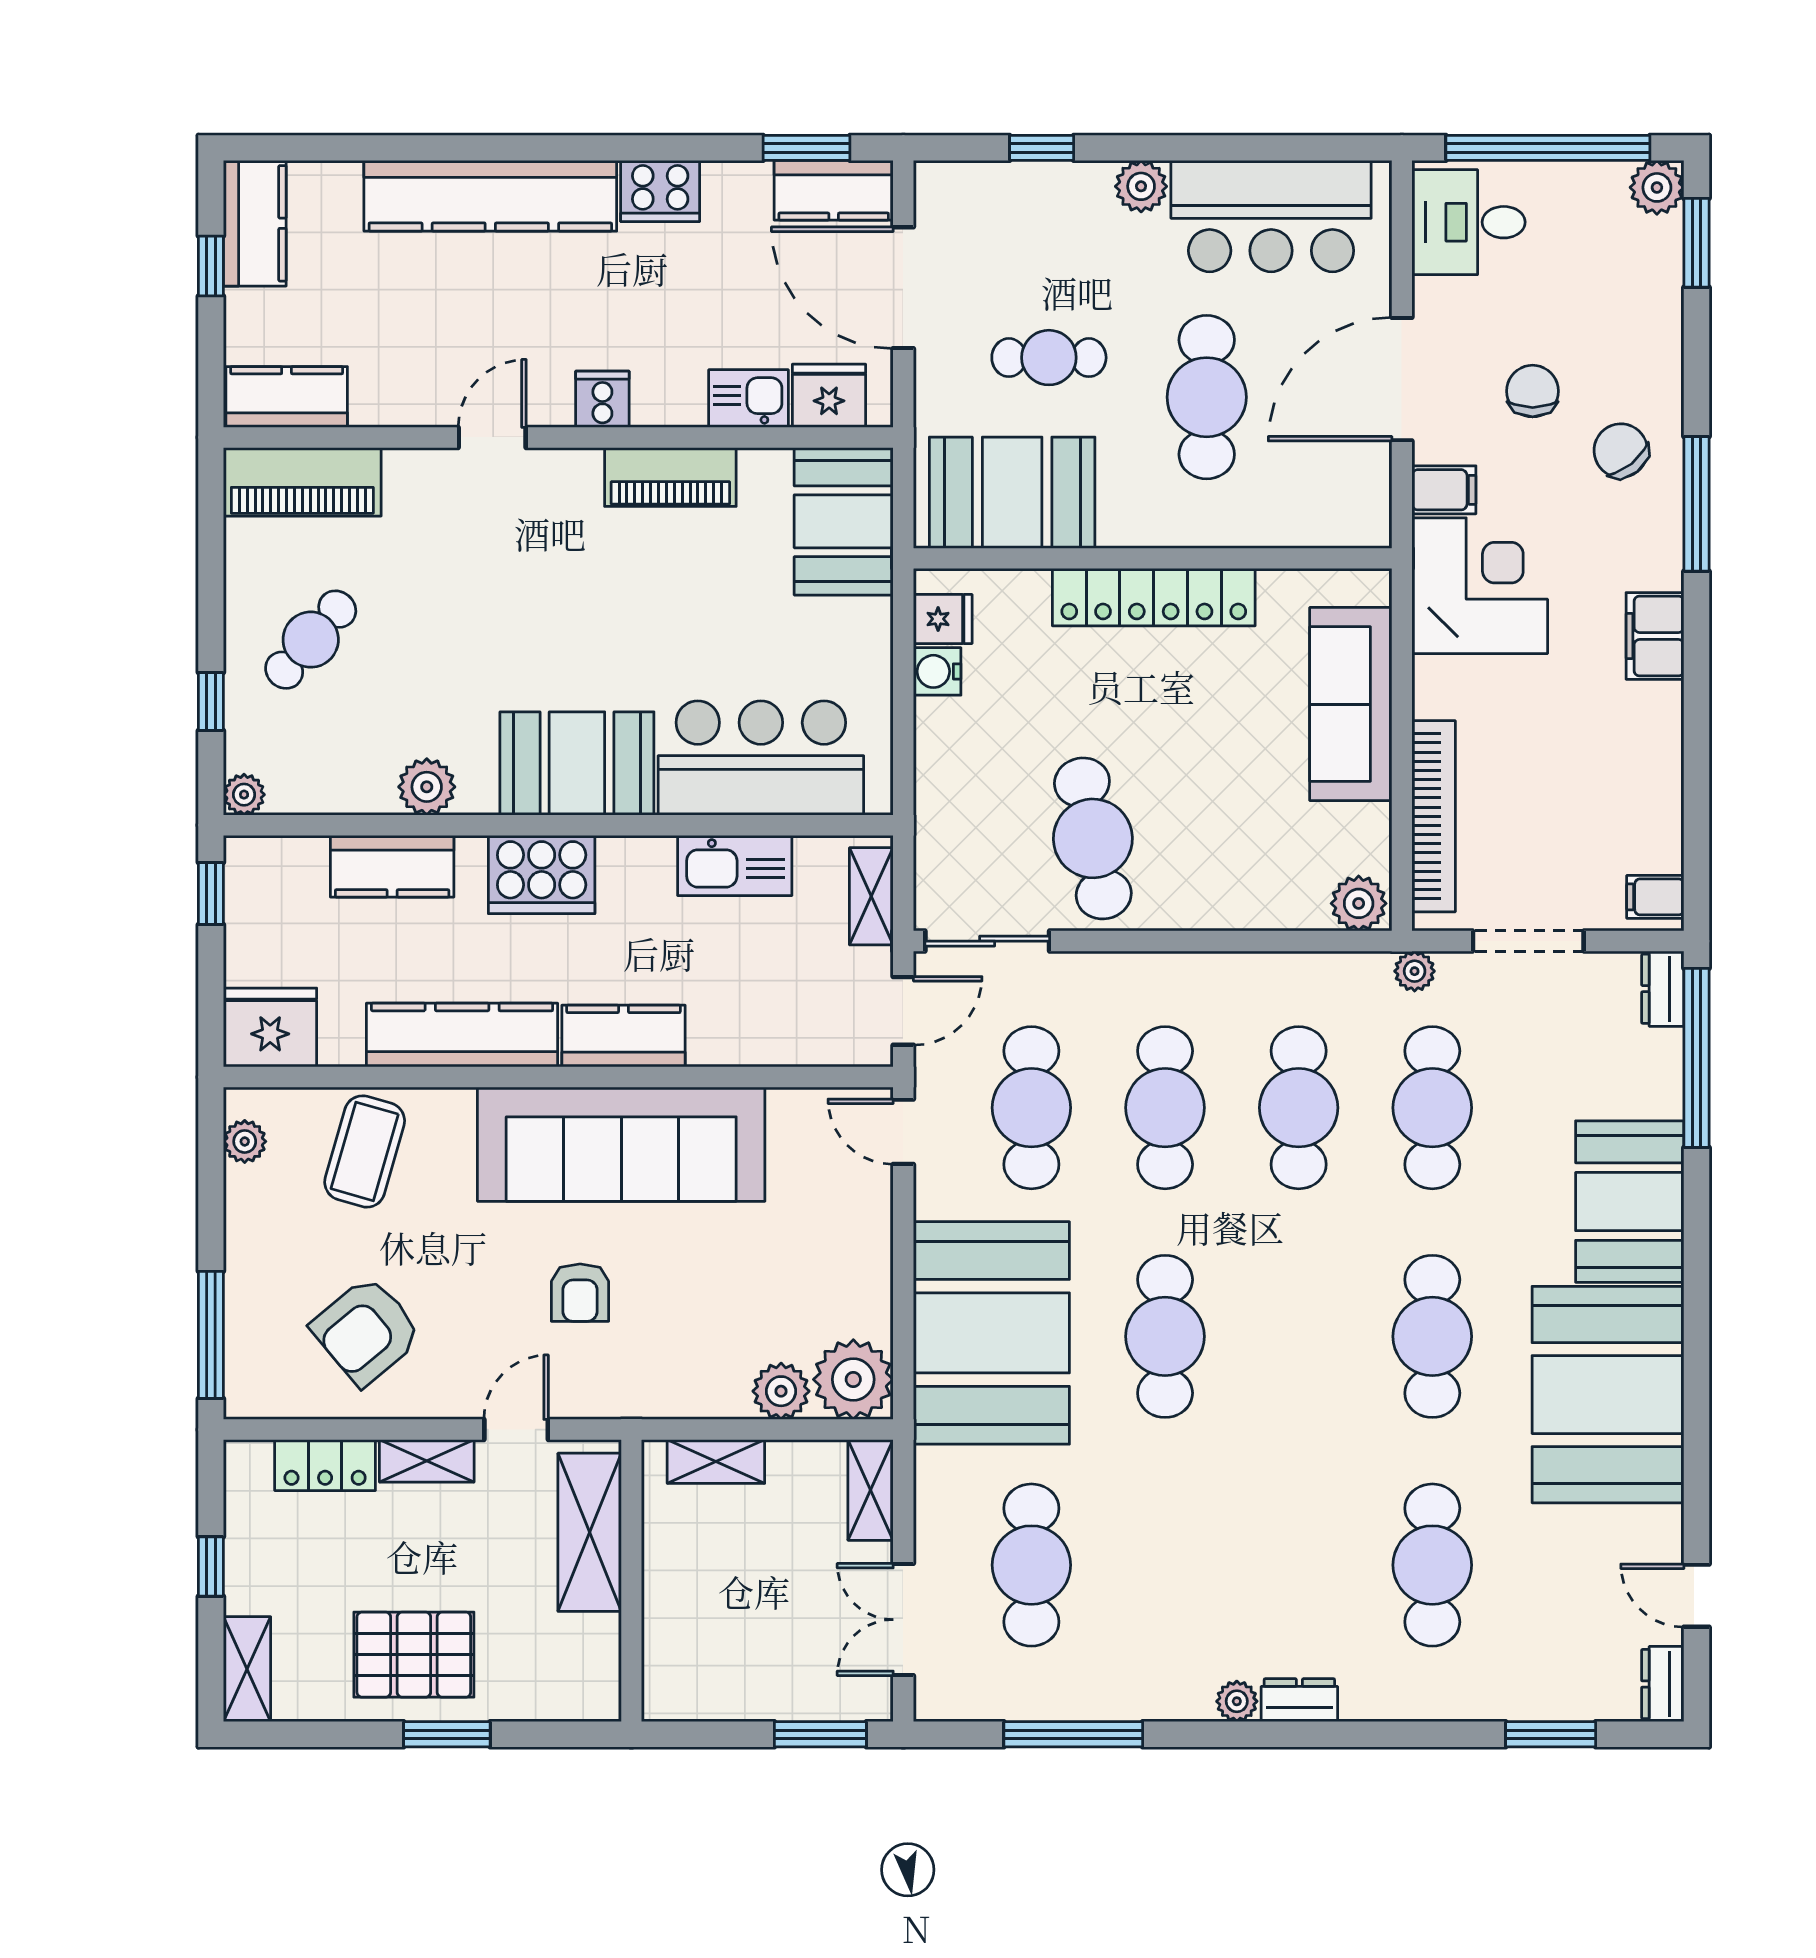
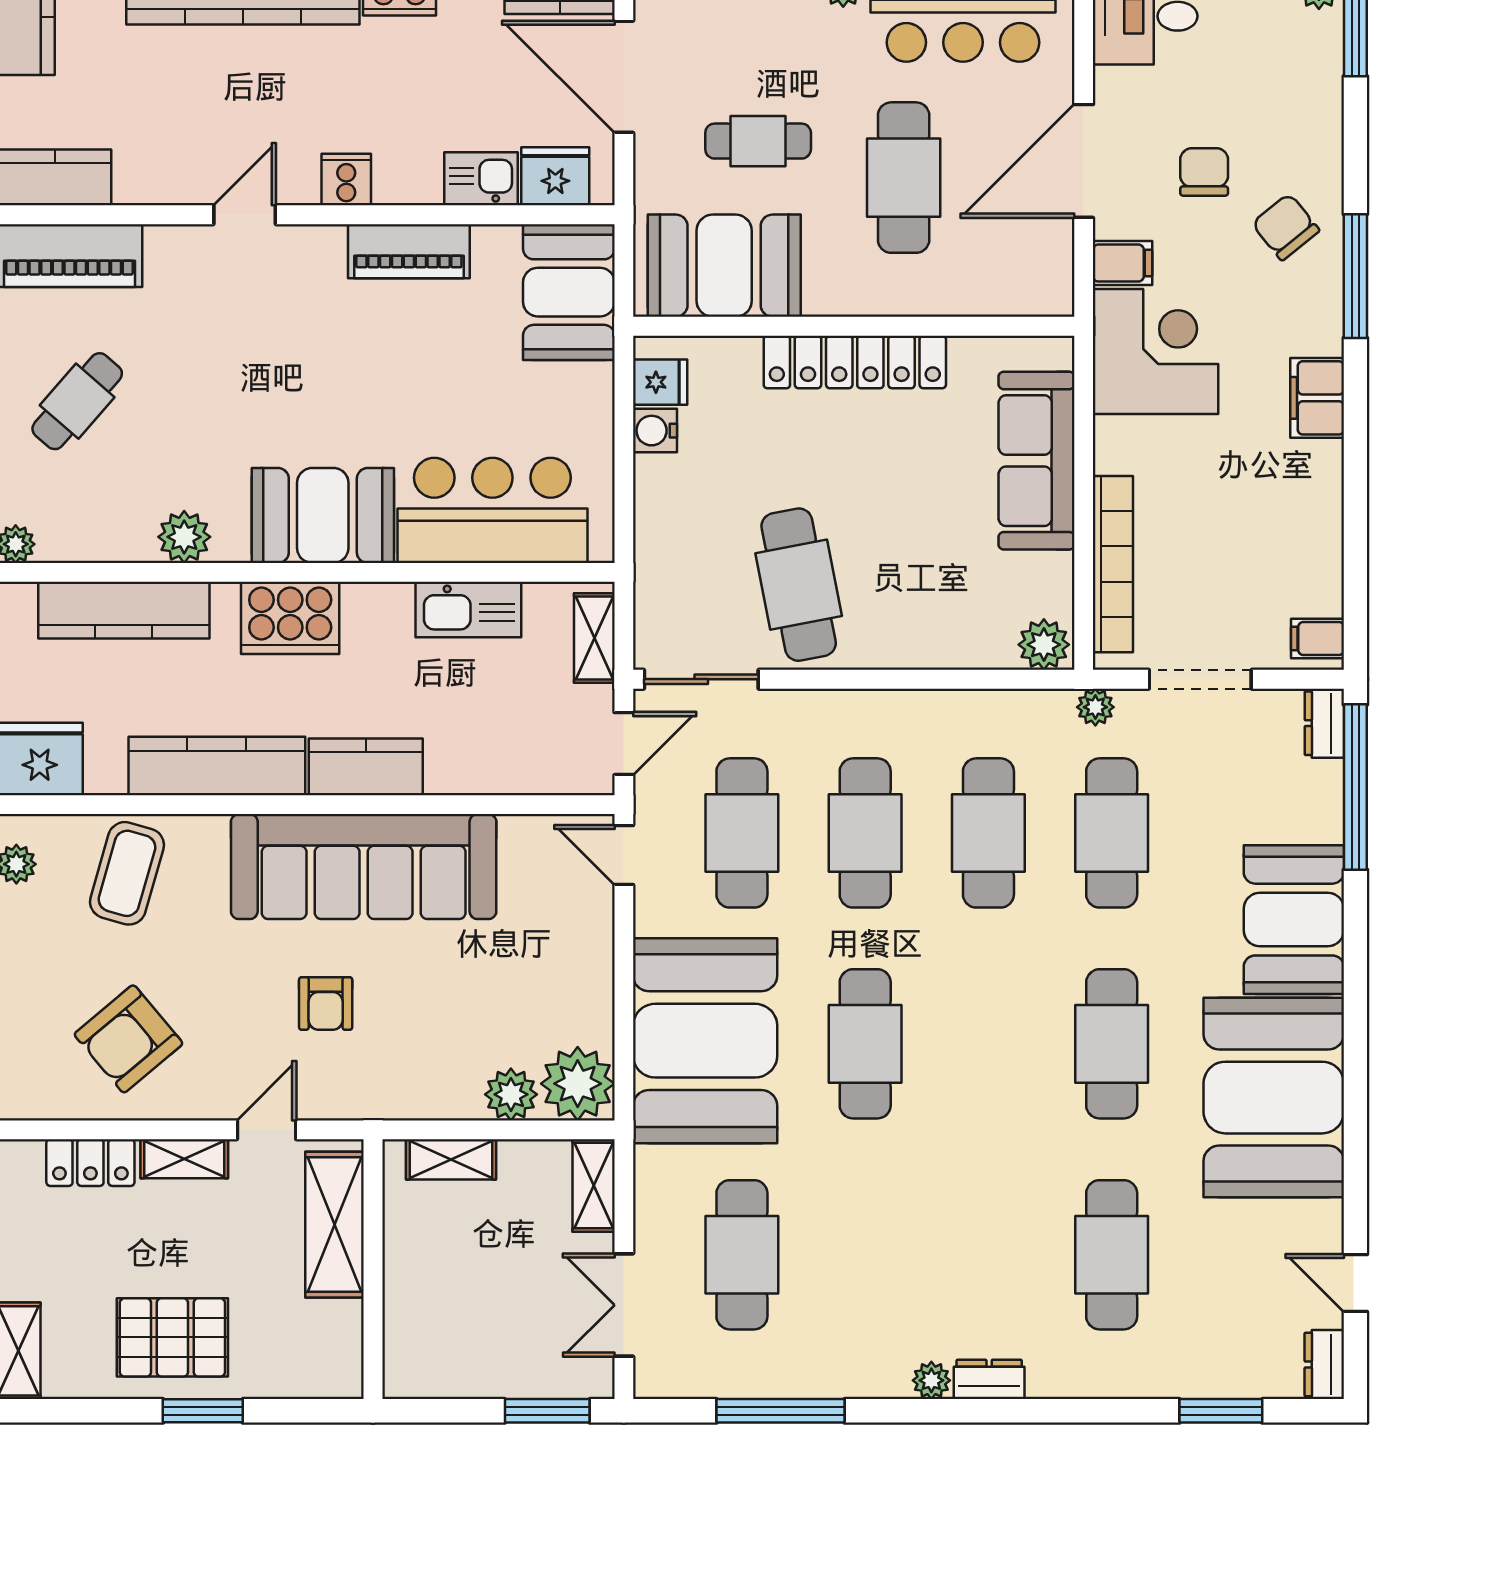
kitchen counter: (392, 866) -> (124, 610), width x1.50

